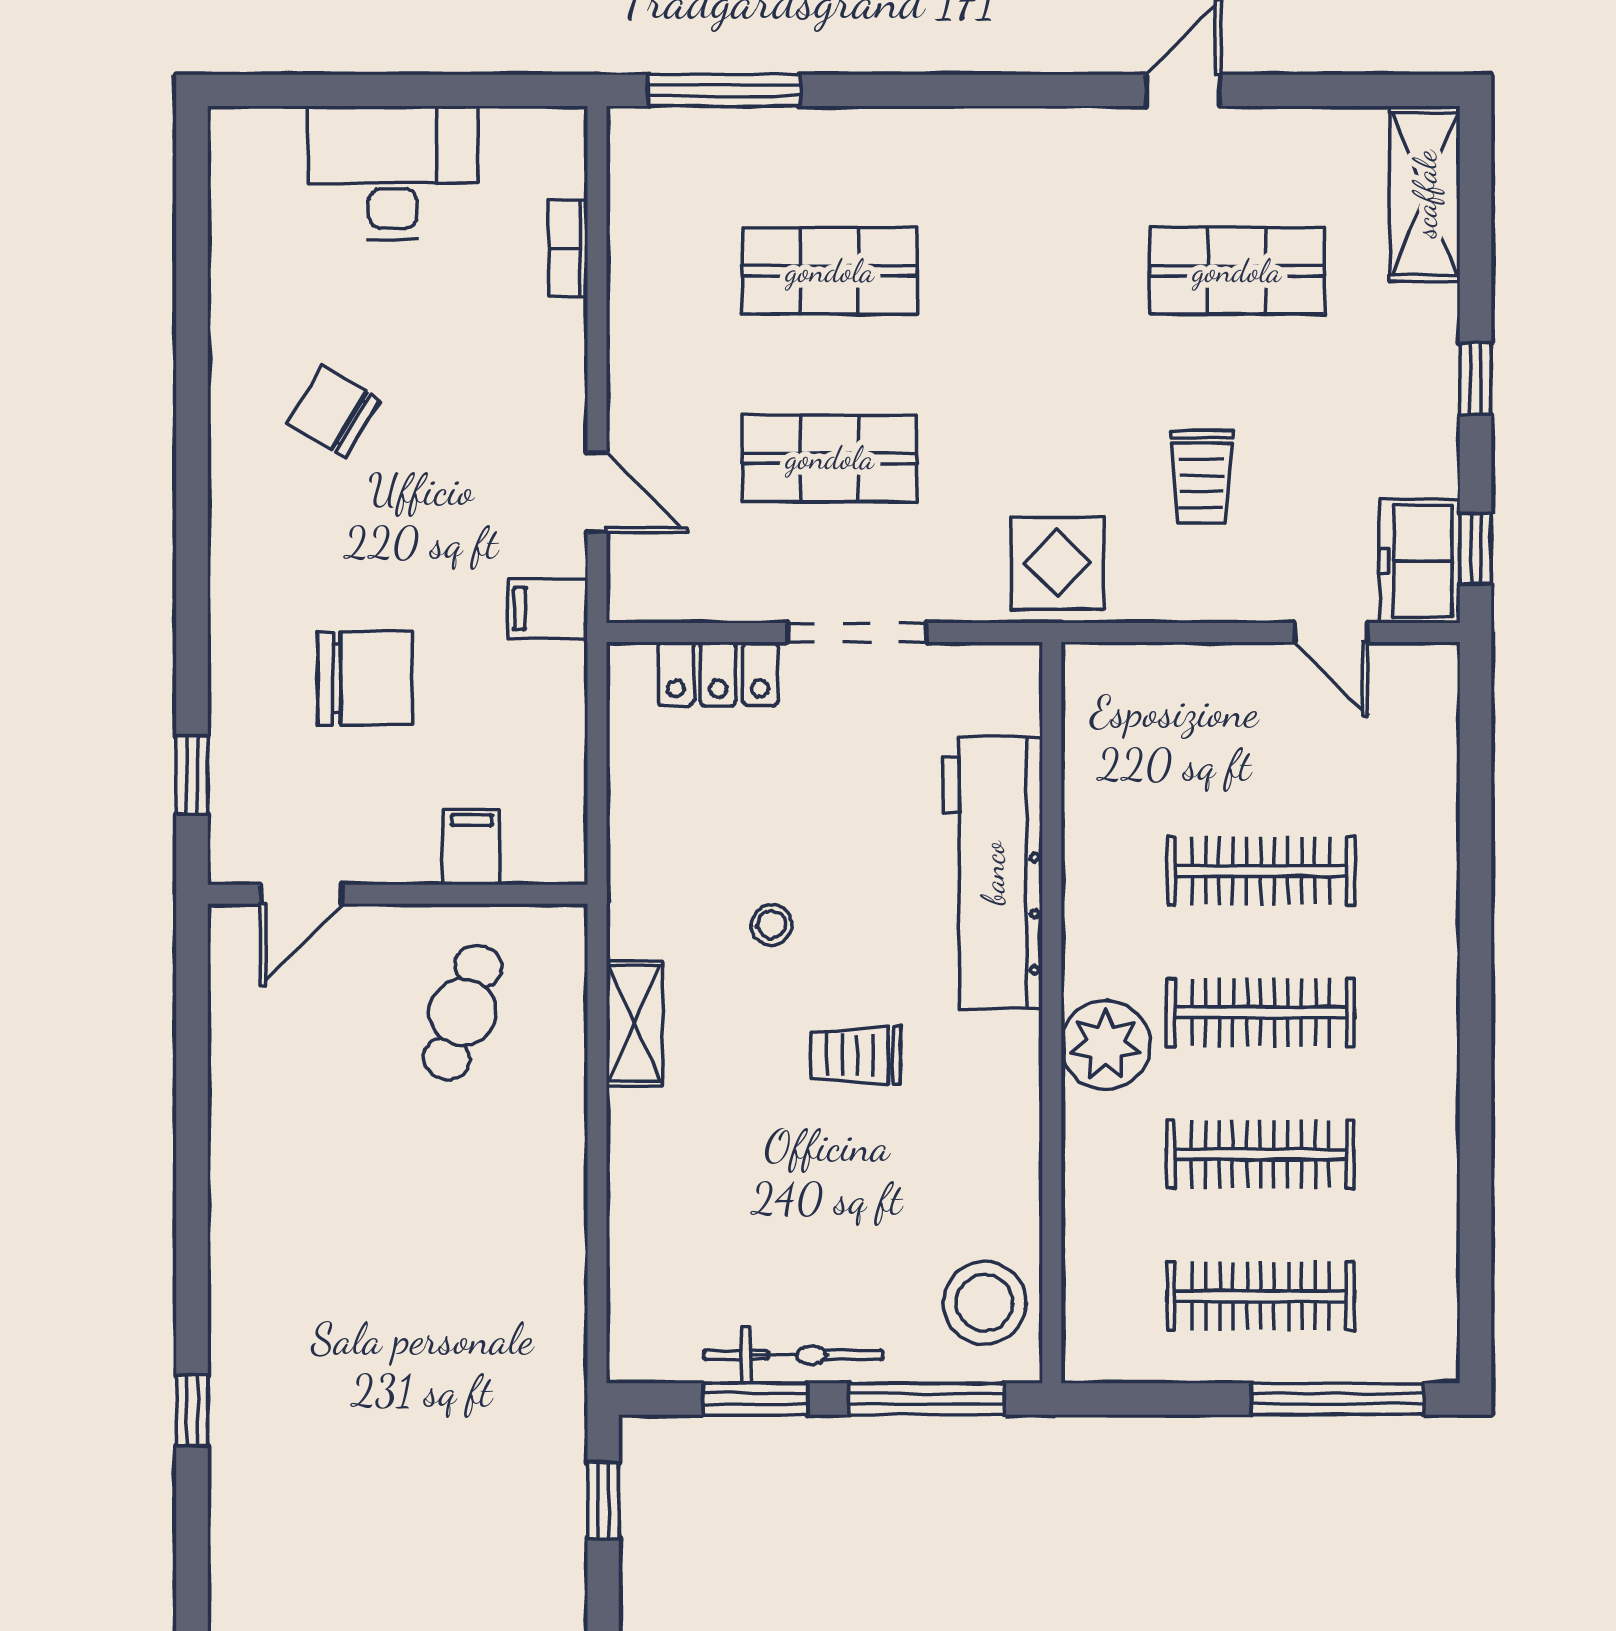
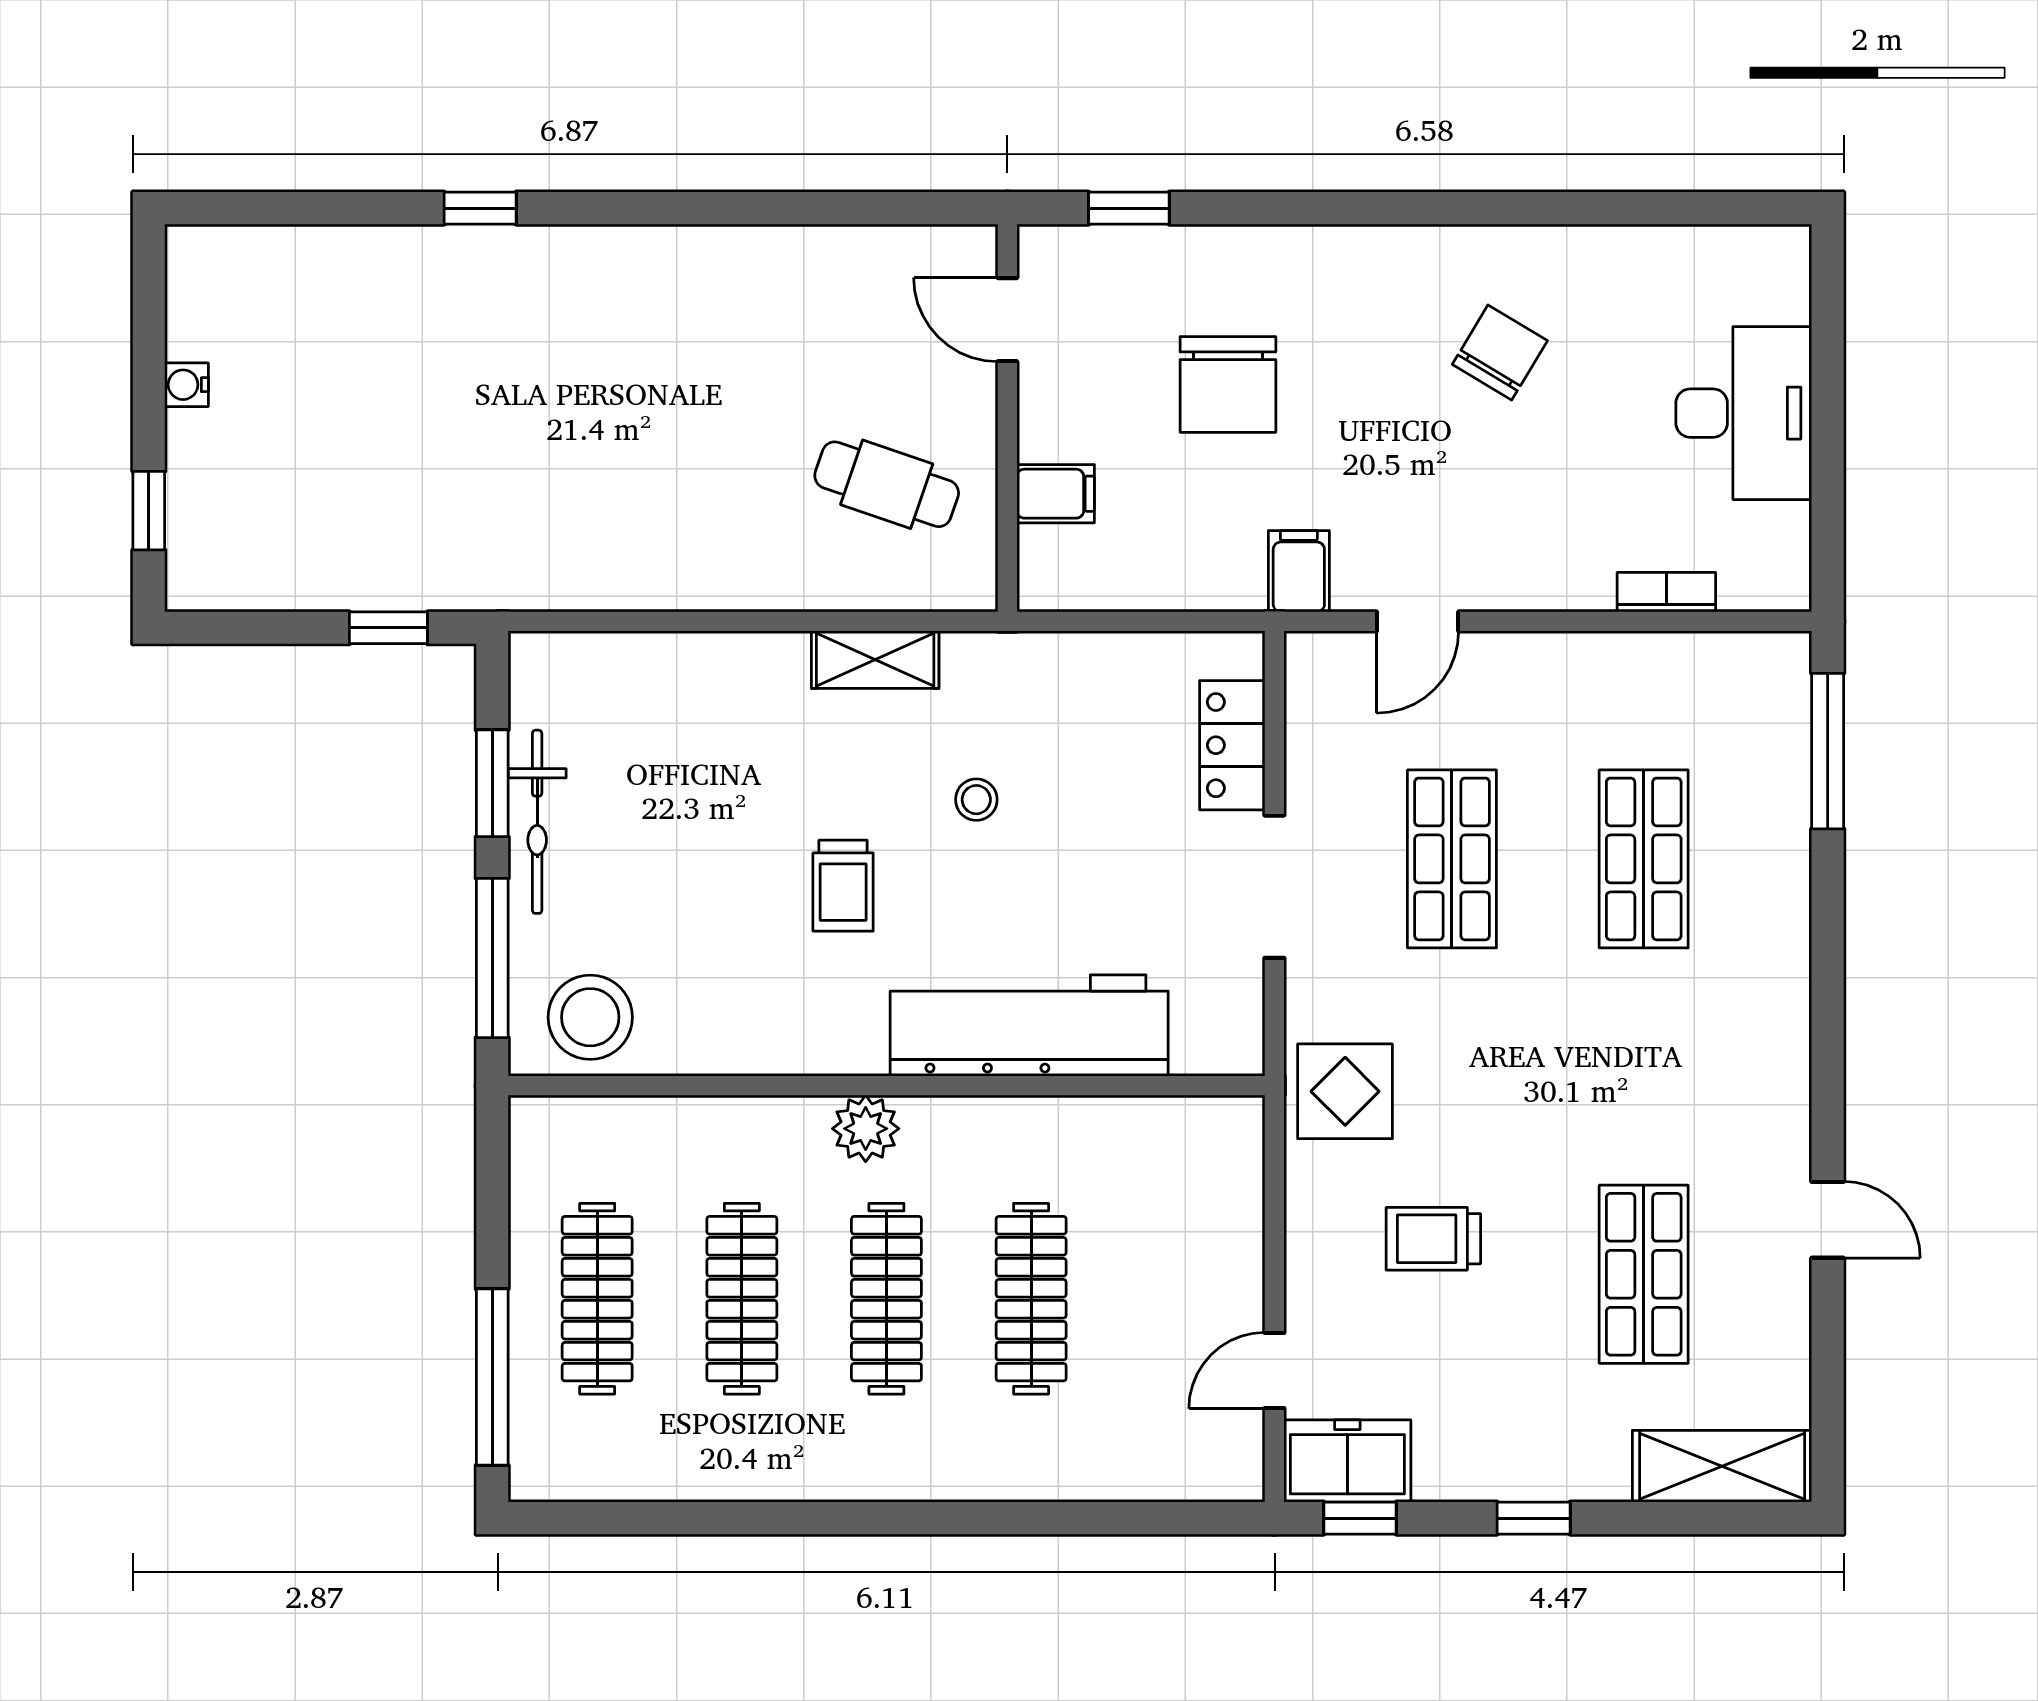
plant: (1106, 1045) -> (866, 1129), width x0.73, depth x0.73
trolley: (856, 1055) -> (843, 886), turned 180

